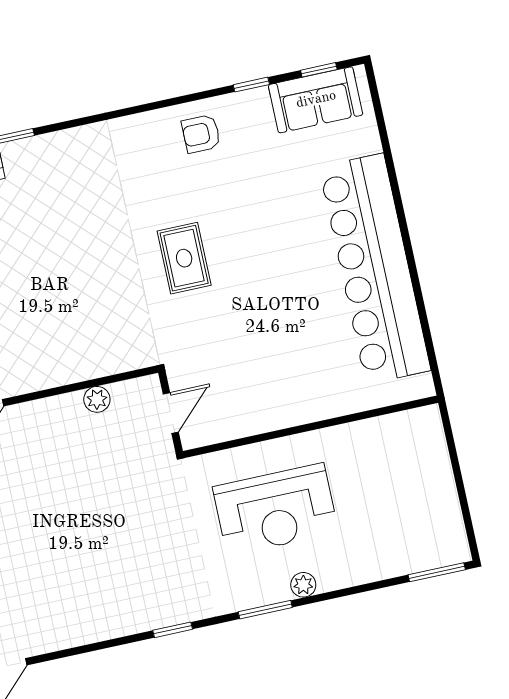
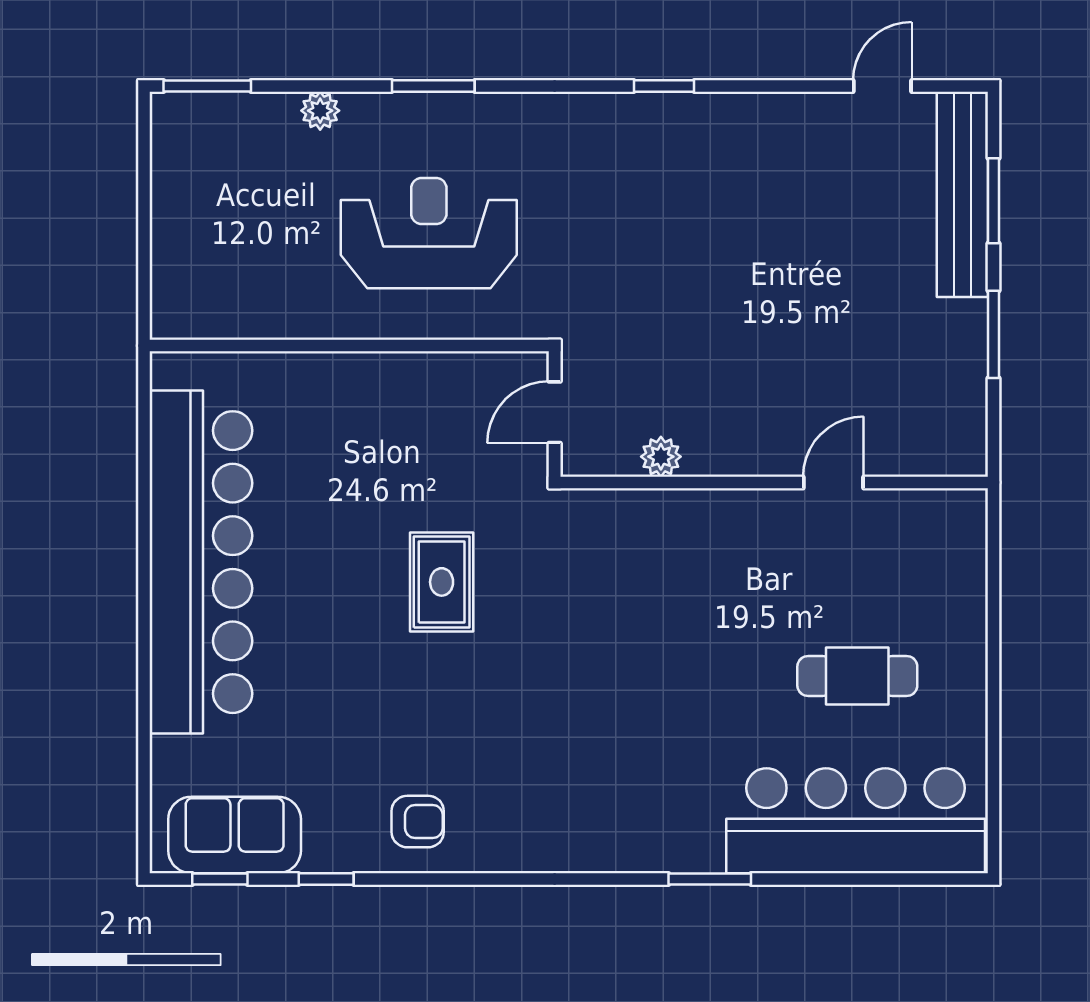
rug: (184, 258) -> (442, 582), moved
plant: (303, 585) -> (320, 111), moved
window: (265, 610) -> (433, 86), moved
window: (173, 630) -> (664, 86), moved

